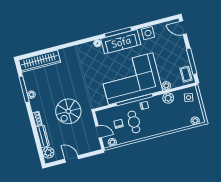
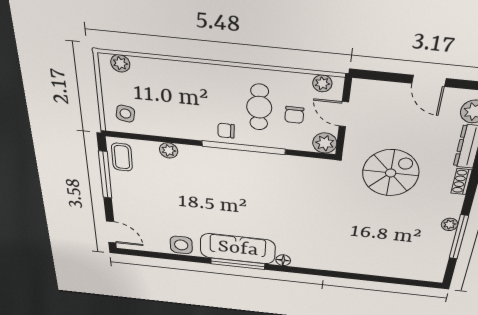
wardrobe: (40, 61) -> (405, 269), removed
corner sofa: (131, 79) -> (239, 186), removed
plant: (168, 98) -> (325, 143), moved

